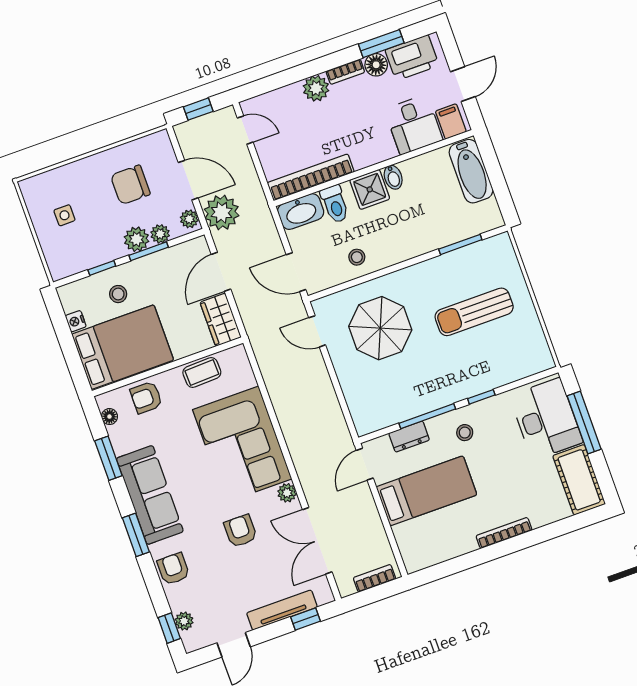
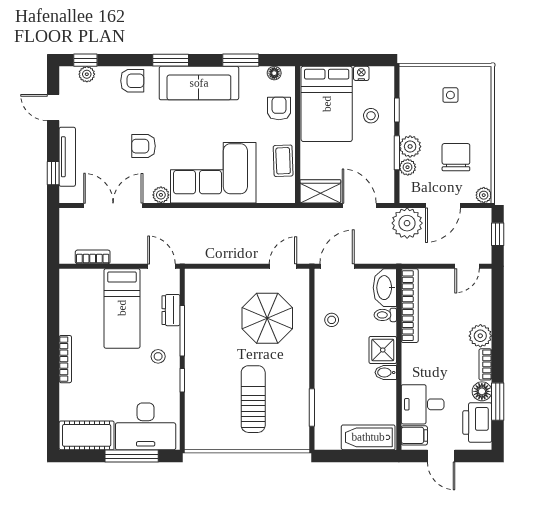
toilet: (335, 204) -> (385, 315), width x0.73, depth x0.72
plant: (189, 219) -> (484, 195), moved
armchair: (240, 531) -> (144, 146), turned 180
bookcase: (375, 578) -> (93, 257), moved, turned -90

